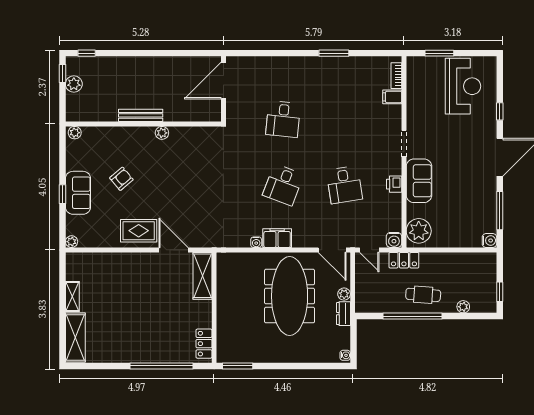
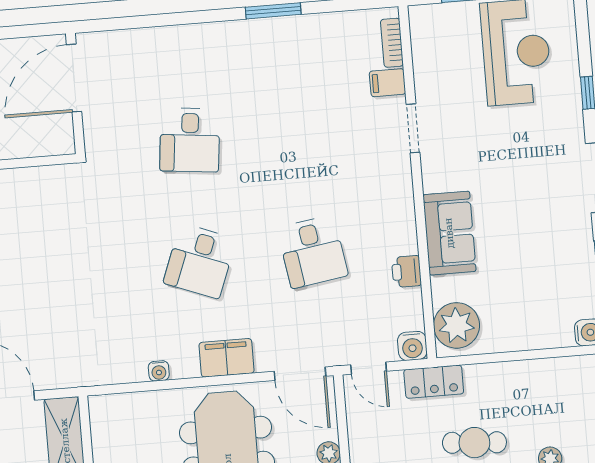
doorway: (404, 144) -> (413, 128), moved
printer: (394, 184) -> (407, 271), moved
filing cabinet: (277, 238) -> (227, 358), moved

